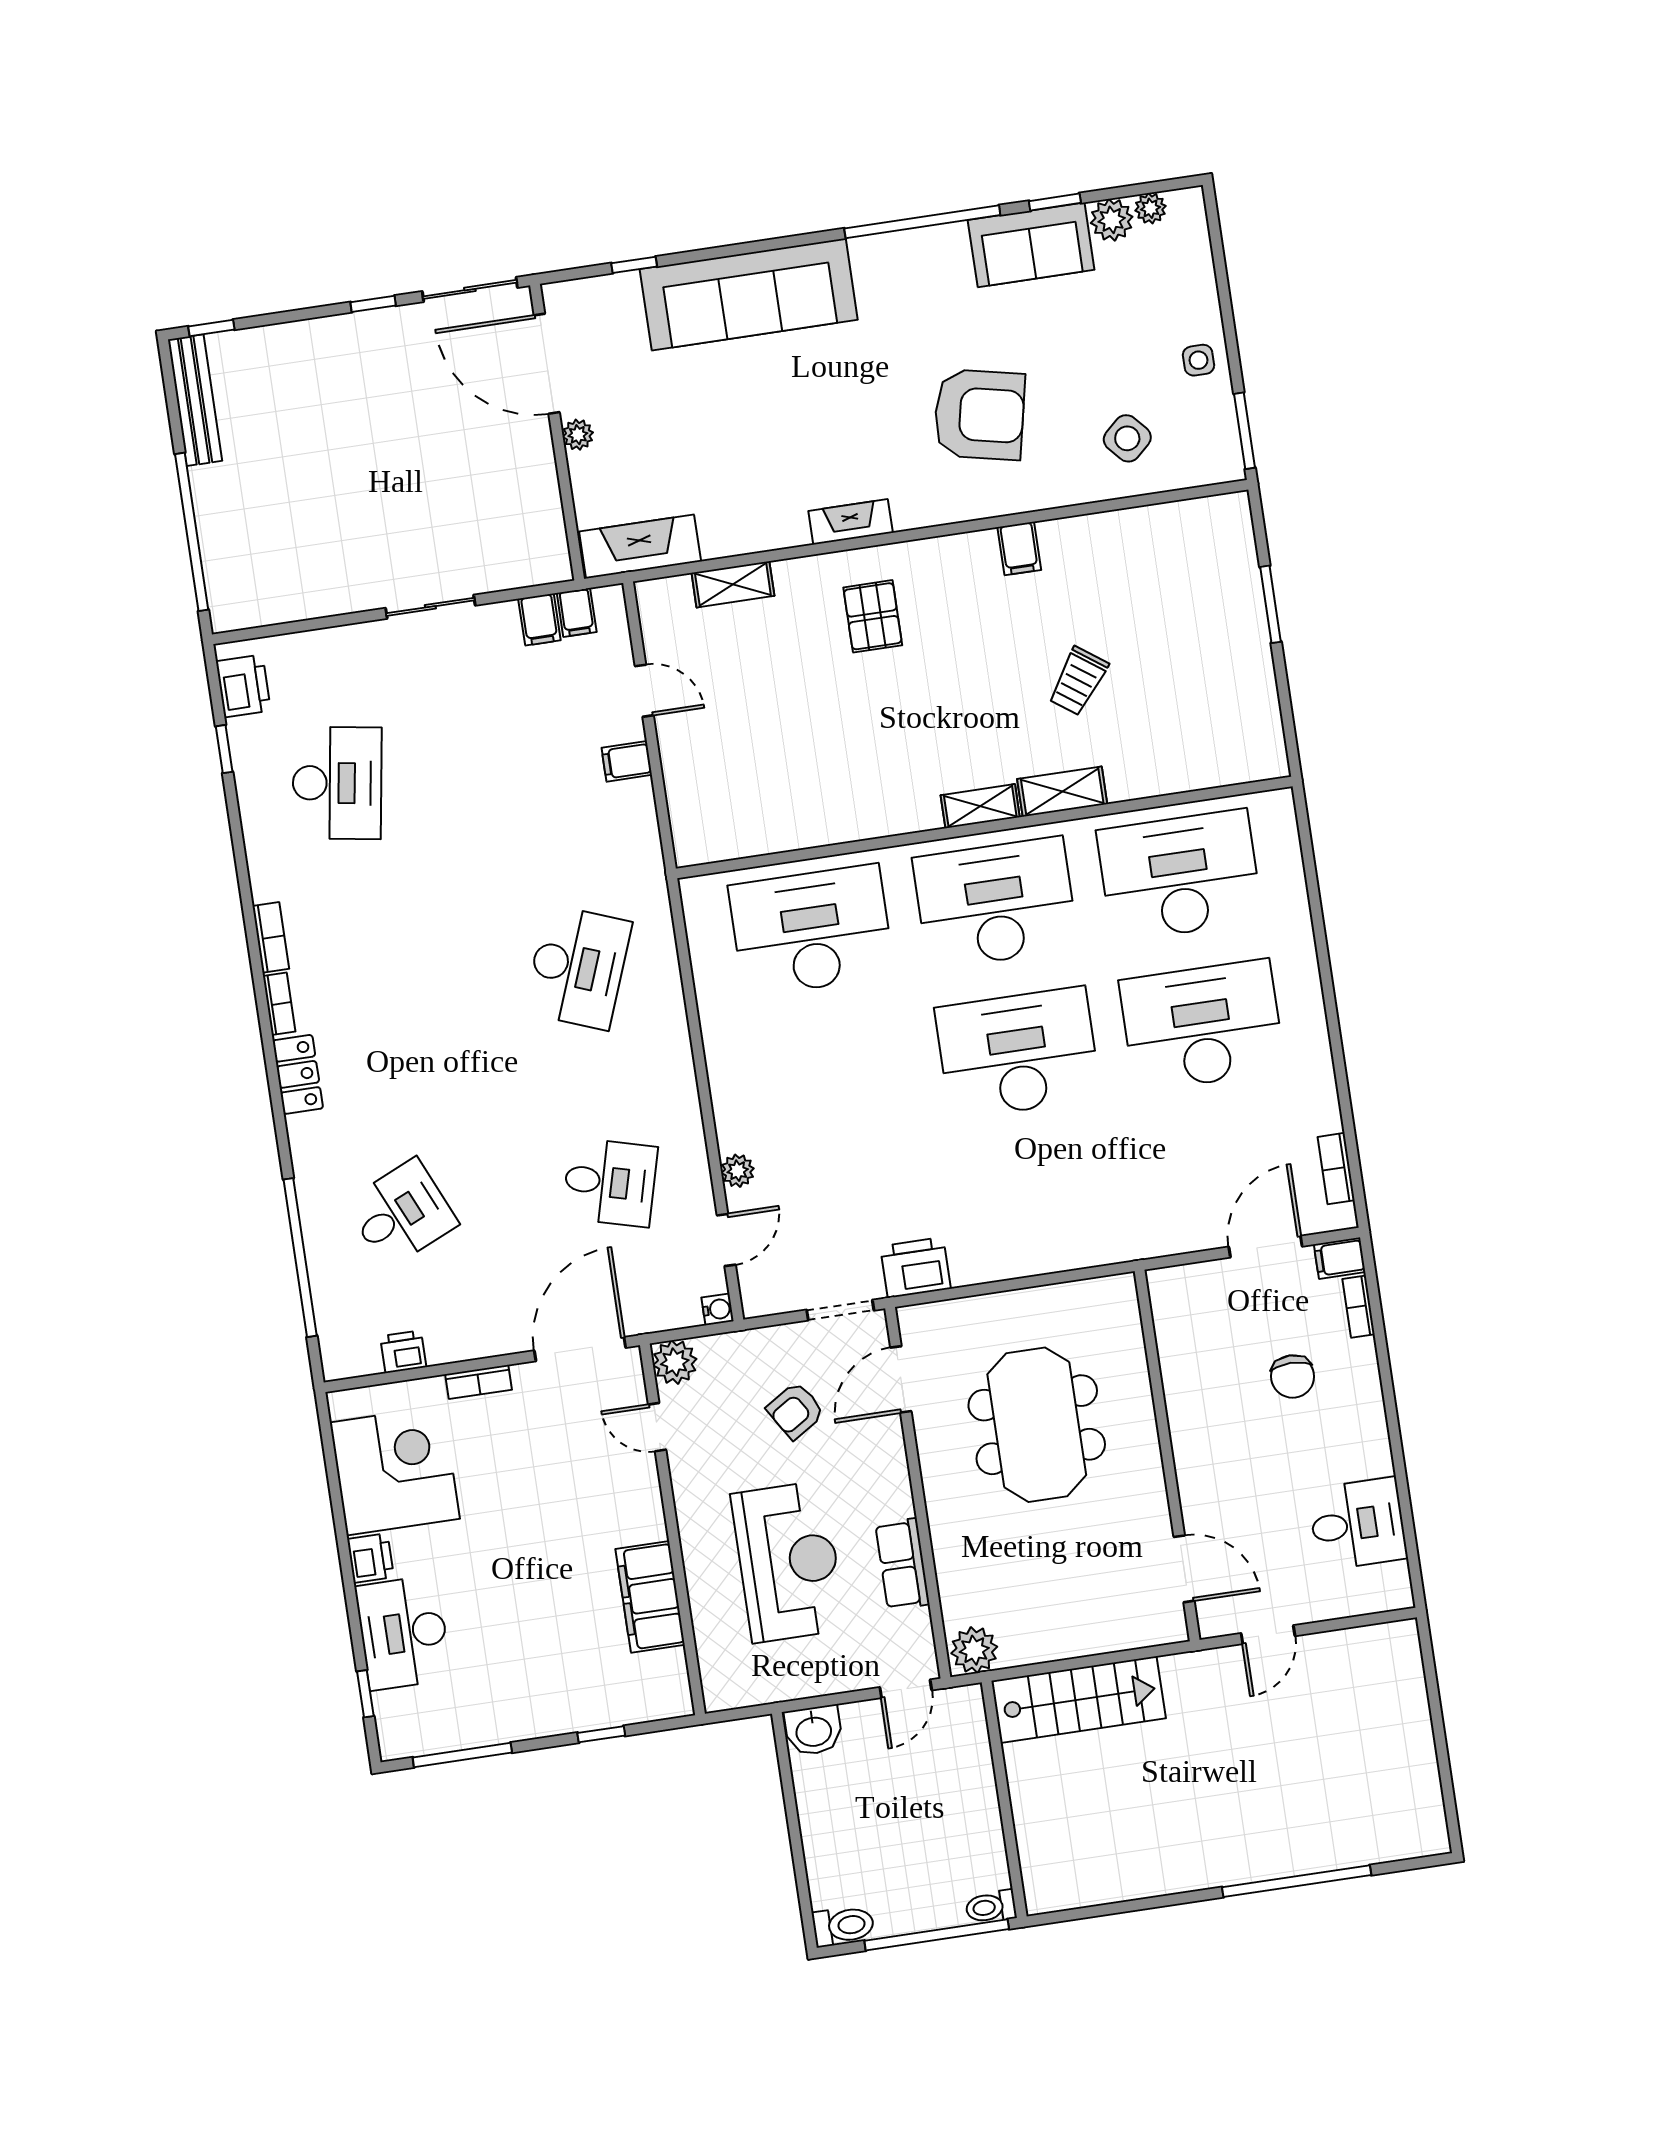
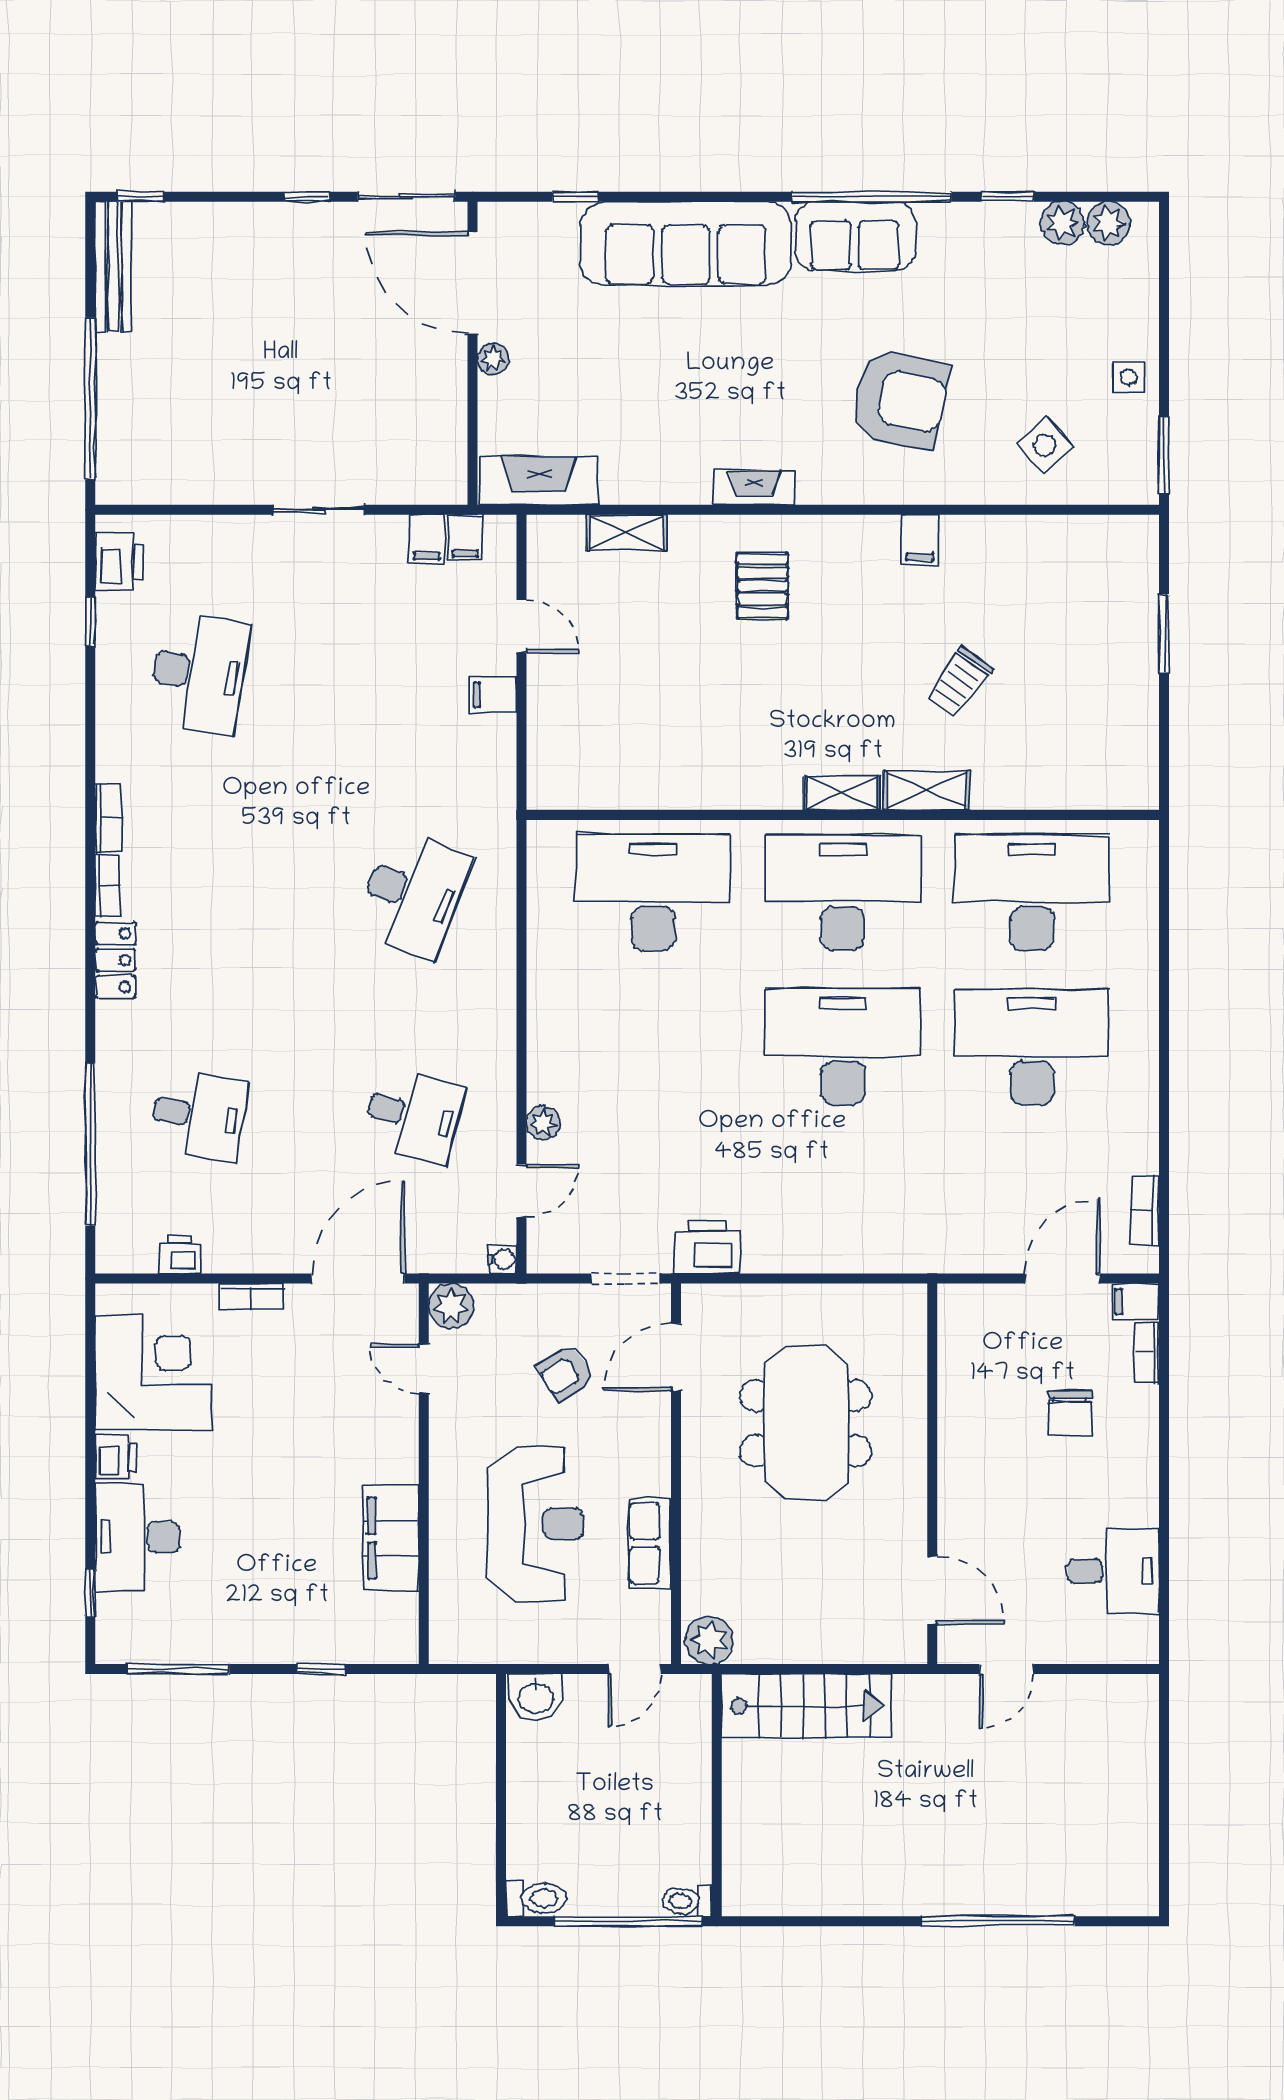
plant: (1150, 208) -> (1109, 223), width x1.38, depth x1.38
sofa: (1031, 245) -> (855, 236), moved
desk: (401, 1213) -> (199, 1115), turned 33

